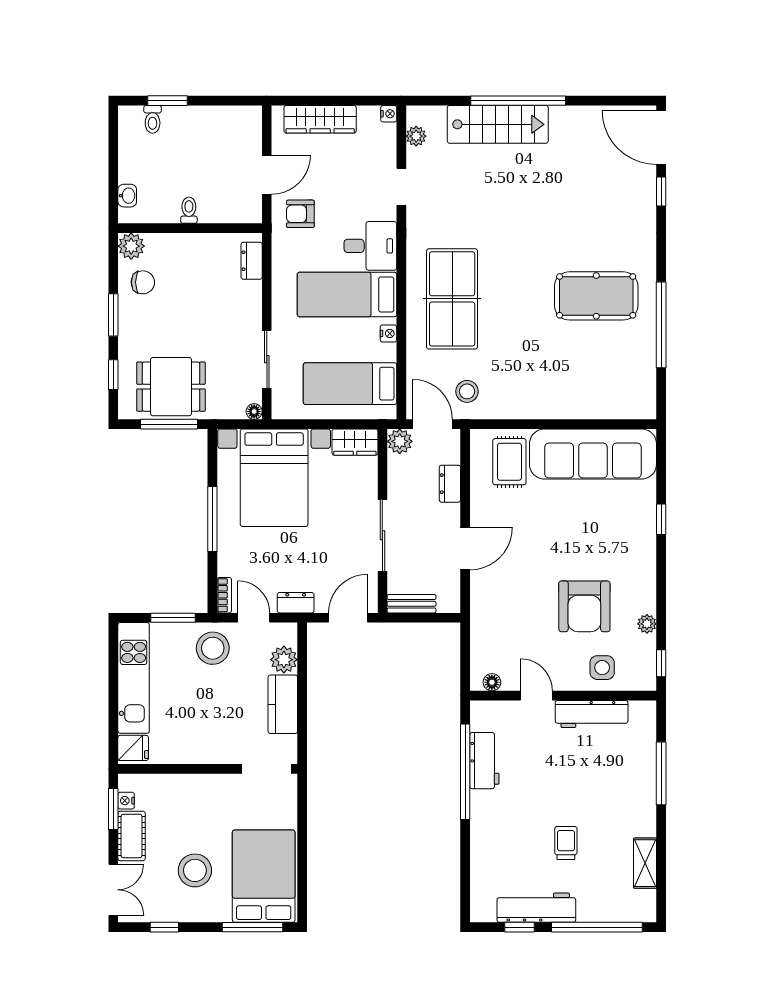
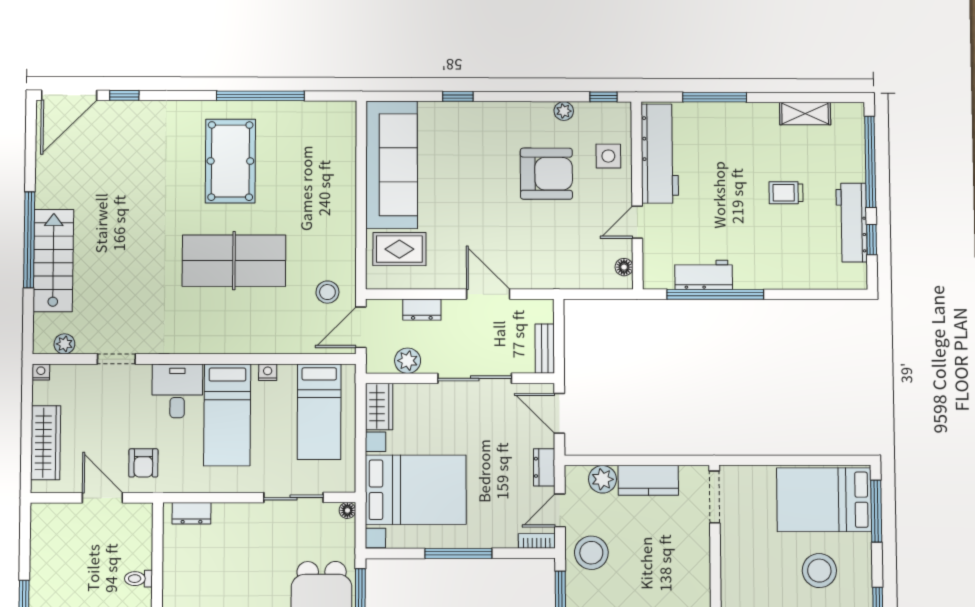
table tennis table: (452, 299) -> (234, 261), moved
plant: (400, 441) -> (408, 361), moved
workbench: (592, 714) -> (660, 154), width x1.36, depth x1.32

